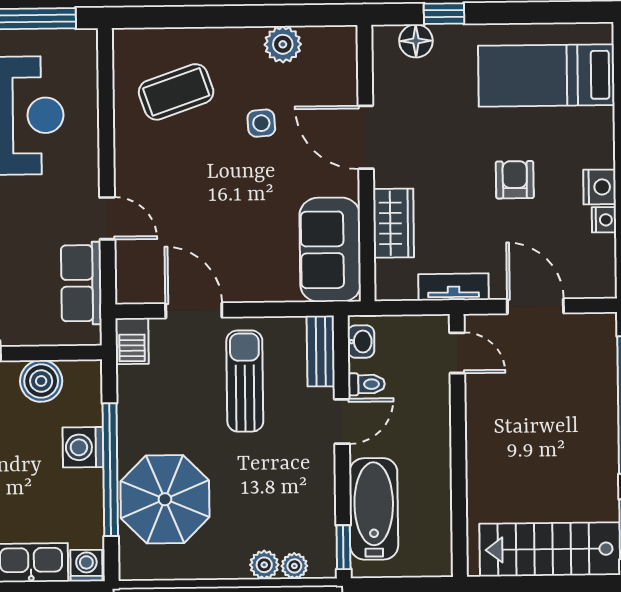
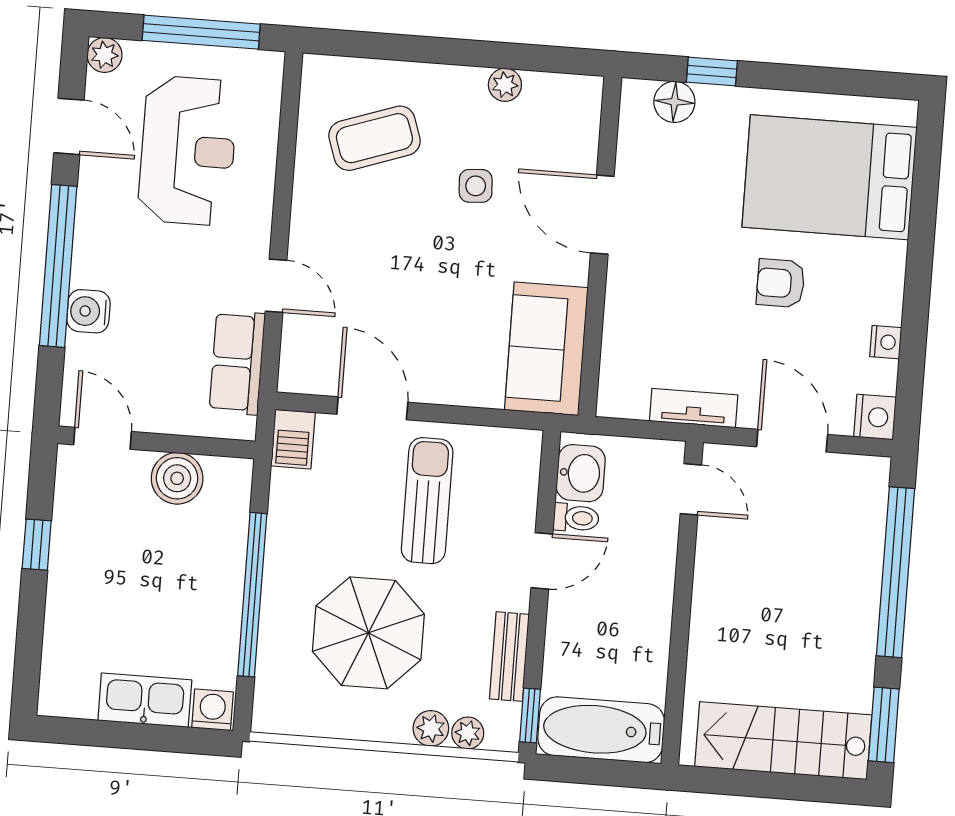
plant: (283, 44) -> (505, 85), width x0.73, depth x0.73
bed: (546, 75) -> (829, 177), width x1.50
armchair: (515, 180) -> (781, 283), turned -90
nightstand: (600, 187) -> (875, 417), moved
wardrobe: (394, 223) -> (627, 323), removed
washbasin: (361, 342) -> (581, 473), width x1.38, depth x1.45
bench: (321, 351) -> (509, 657), moved
washing machine: (83, 447) -> (221, 564), removed
parasol: (165, 499) -> (368, 633), moved
bathtub: (374, 509) -> (601, 730), moved, turned -90

